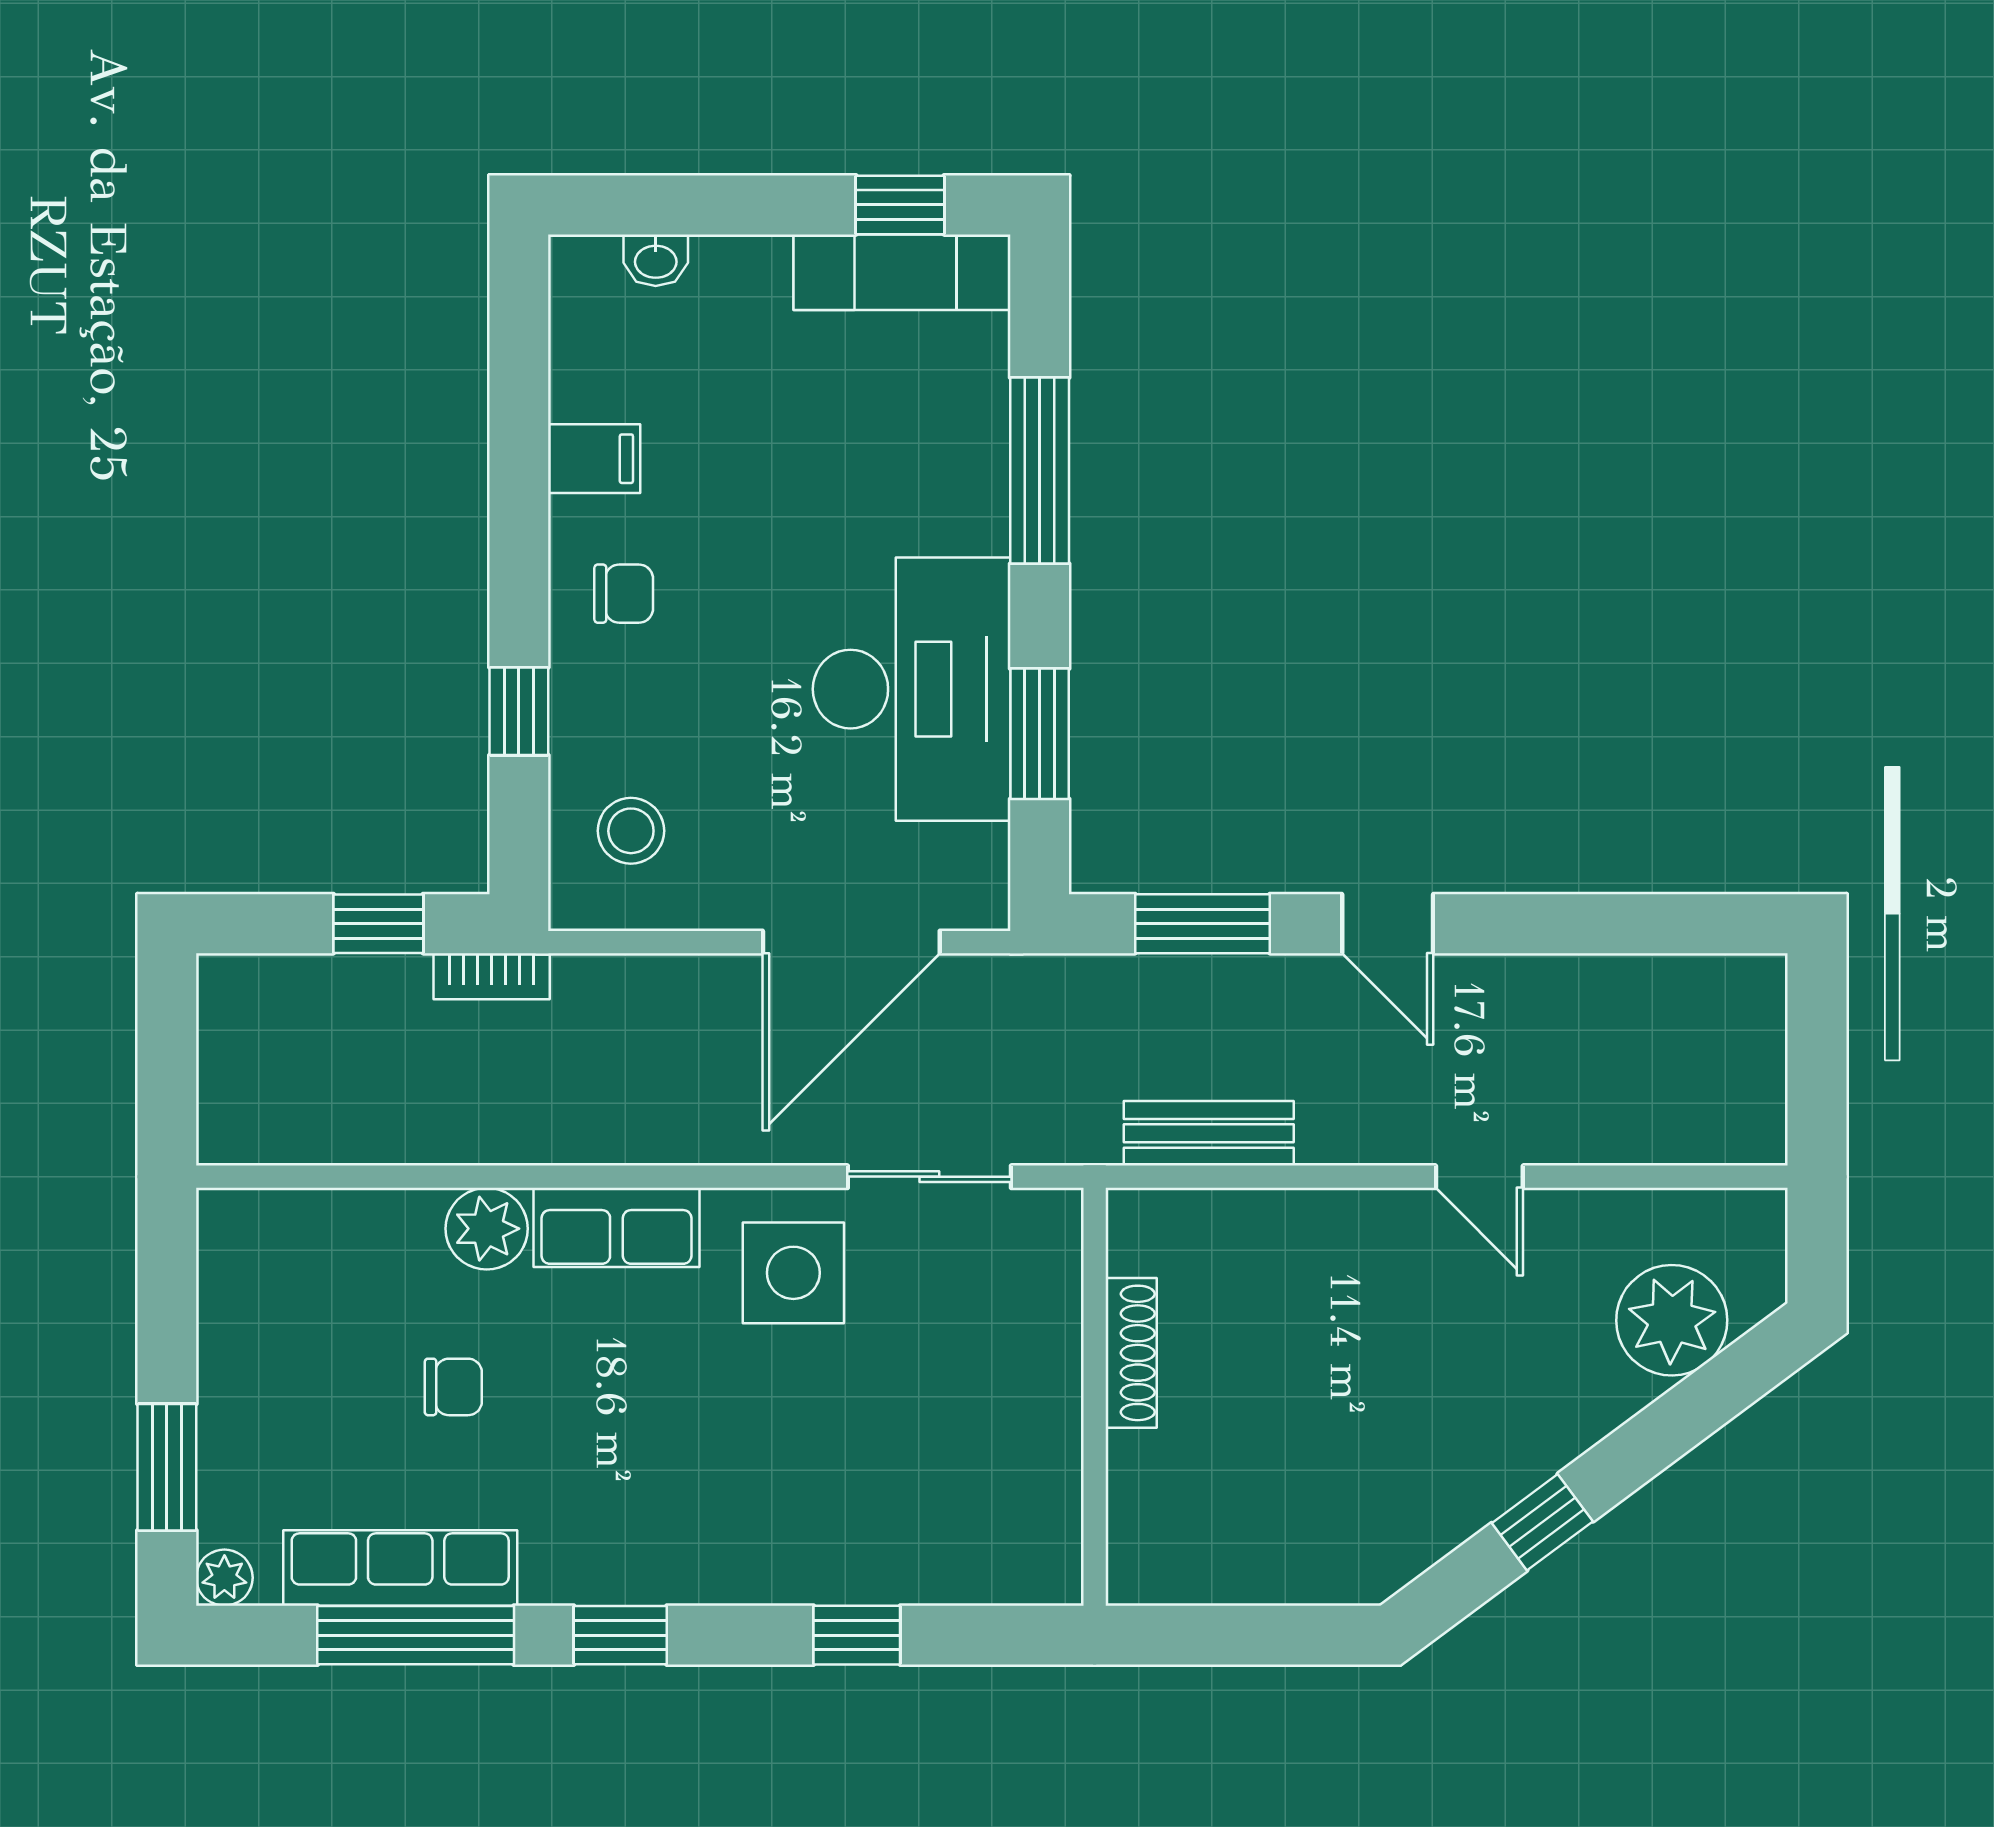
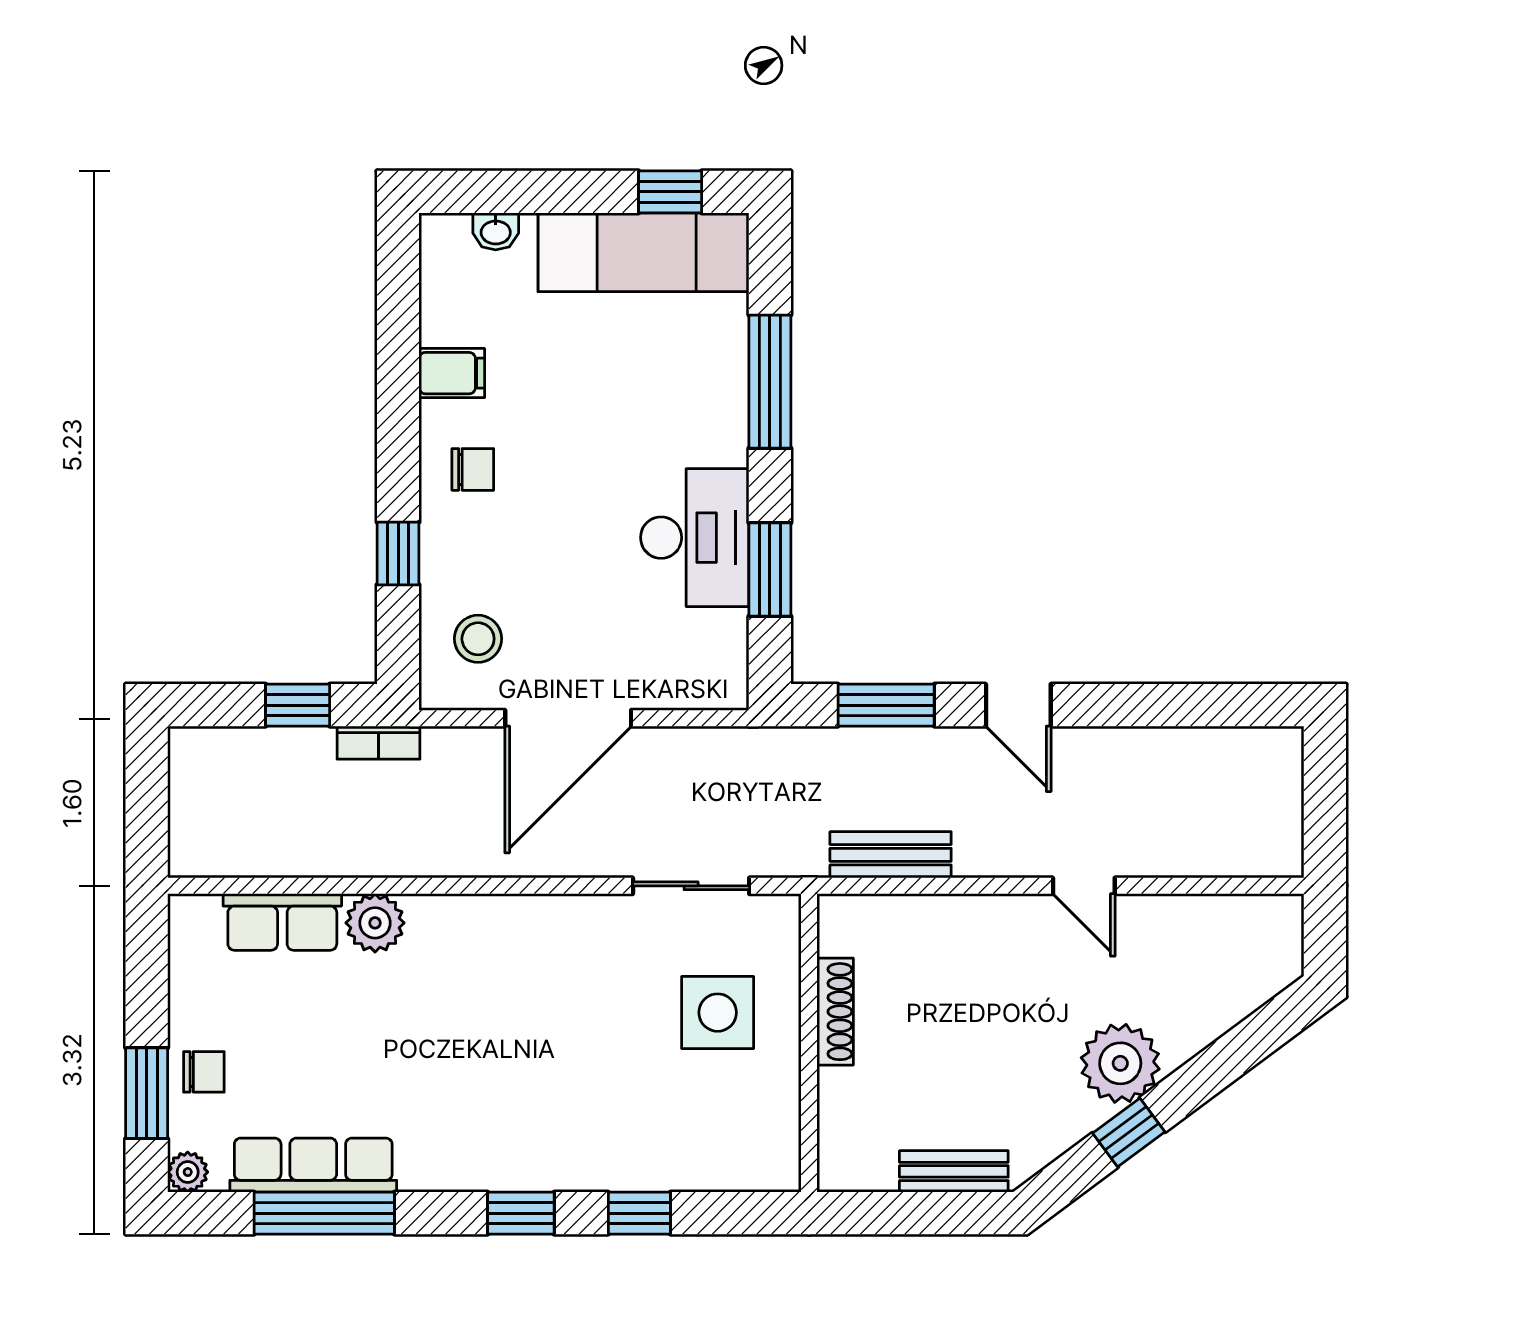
exam couch: (902, 272) -> (643, 252), width x1.36, depth x1.45
desk: (912, 689) -> (695, 538), width x0.73, depth x0.77
door: (851, 942) -> (568, 718), moved
row of seats: (616, 1227) -> (282, 922), moved
side table: (793, 1273) -> (718, 1013), moved
plant: (1672, 1320) -> (1120, 1063), moved
chair: (453, 1387) -> (204, 1072), moved
bench: (1297, 1577) -> (954, 1171), added
window: (620, 1635) -> (521, 1213), moved

